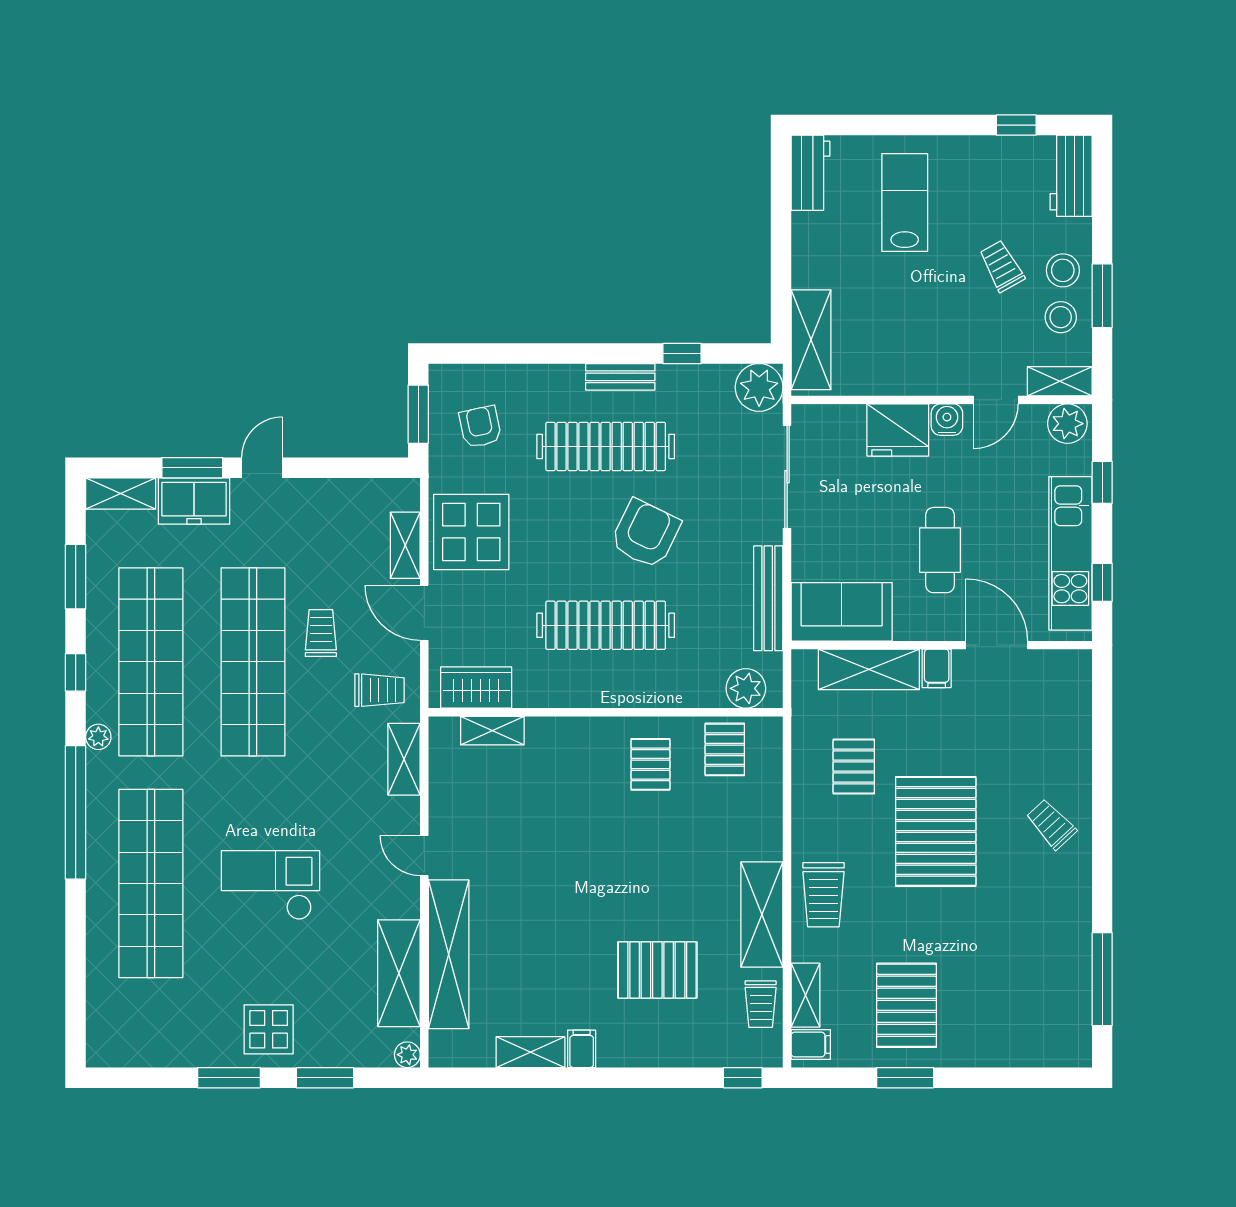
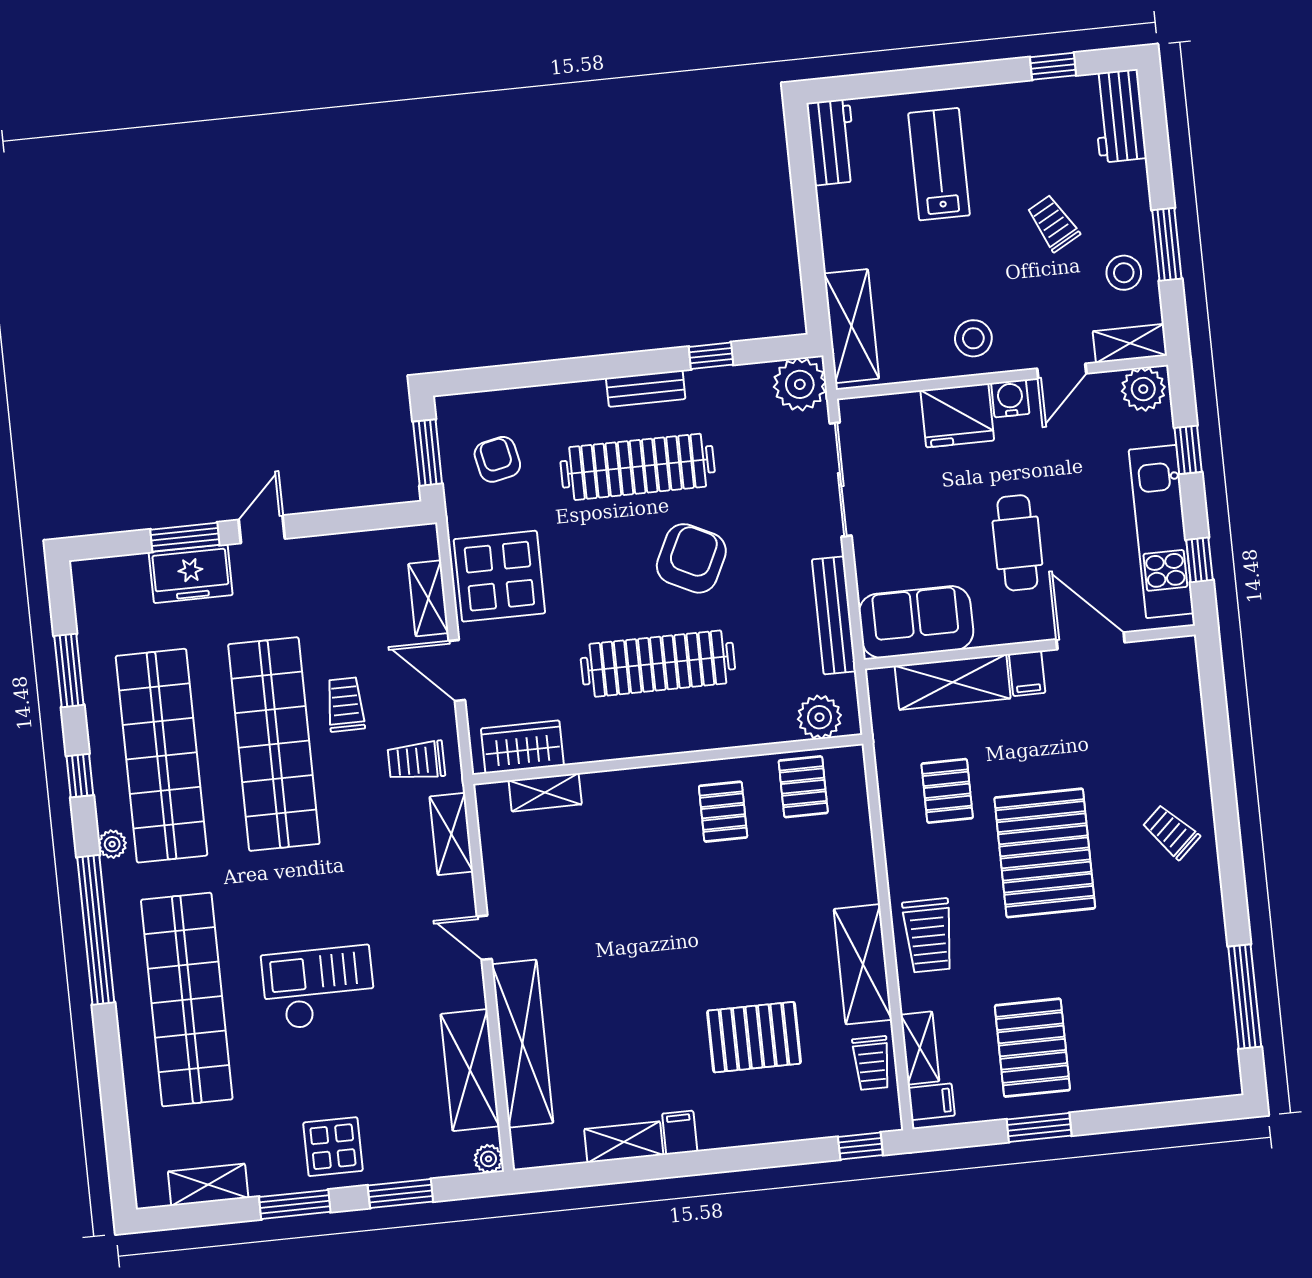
stool: (1063, 270) -> (973, 338), moved
shelving: (121, 493) -> (208, 1185), moved
trolley: (379, 690) -> (416, 761), turned 180

